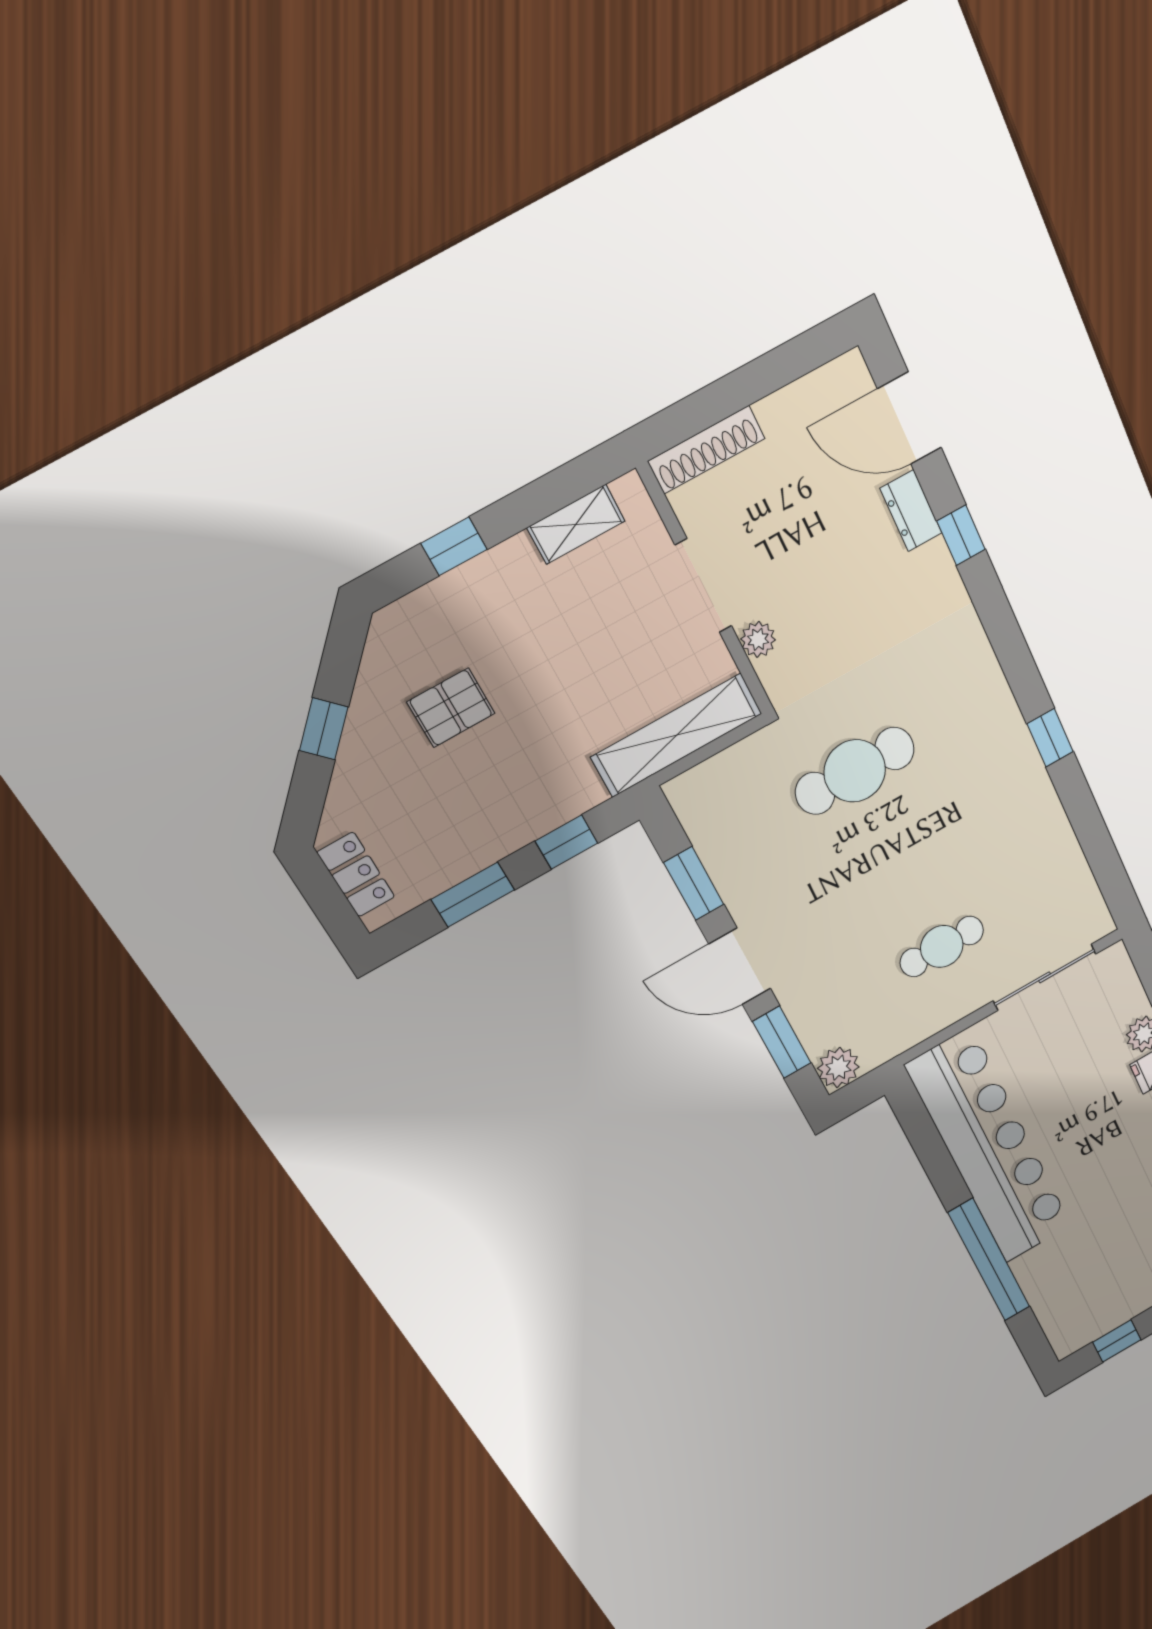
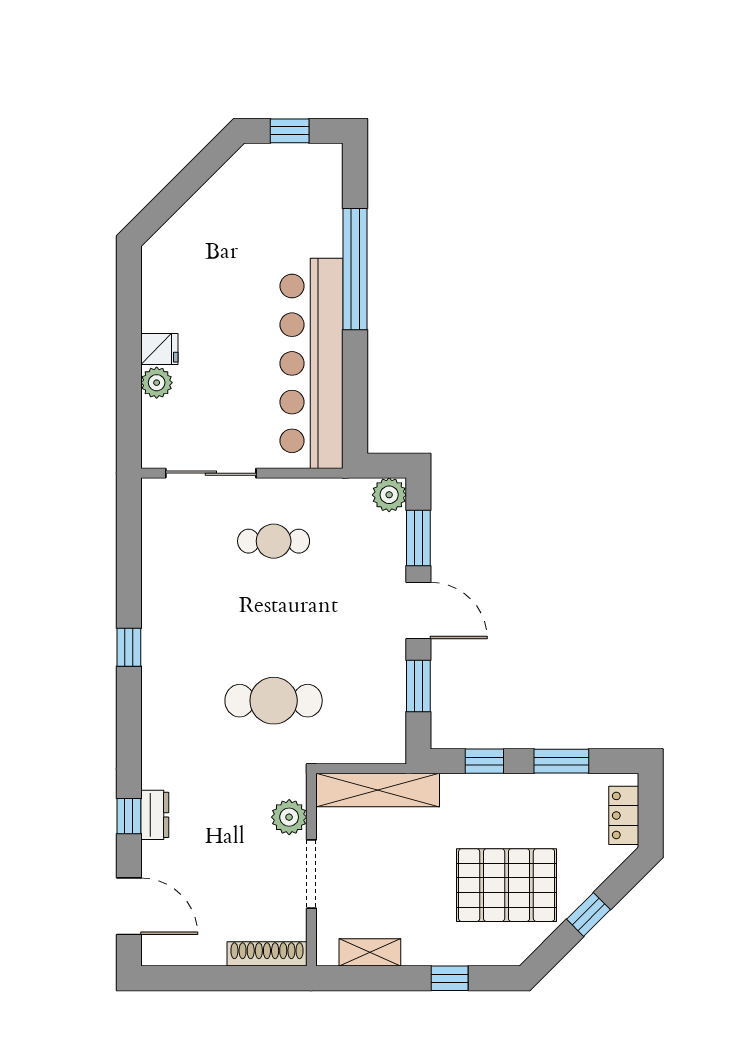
dresser: (911, 511) -> (155, 815), moved
plant: (758, 639) -> (289, 817), width x1.38, depth x1.38
pallet: (451, 708) -> (507, 885), width x2.05, depth x2.00

